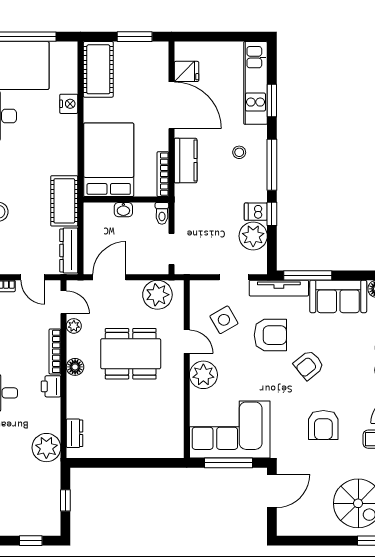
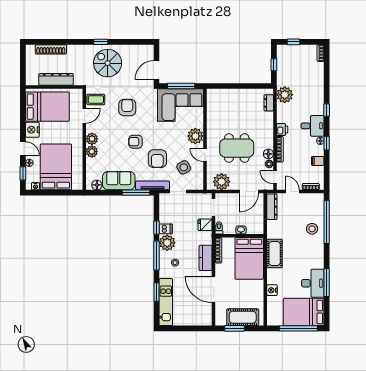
cot: (98, 69) -> (243, 317), moved, turned 90
fridge: (187, 71) -> (205, 225), moved
cot: (64, 201) -> (275, 253), moved
plant: (253, 236) -> (167, 243), moved
armchair: (270, 335) -> (157, 159), turned -90
armchair: (309, 365) -> (136, 142), turned -141
floor lamp: (75, 367) -> (268, 154), moved

